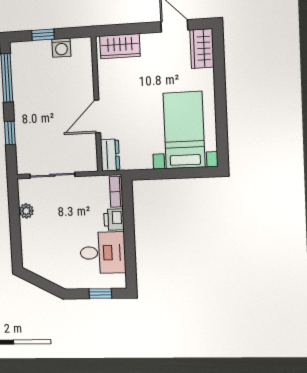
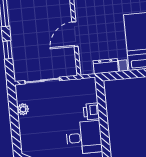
dresser: (110, 155) -> (106, 66), moved, turned -90
bookcase: (116, 192) -> (92, 90), removed

